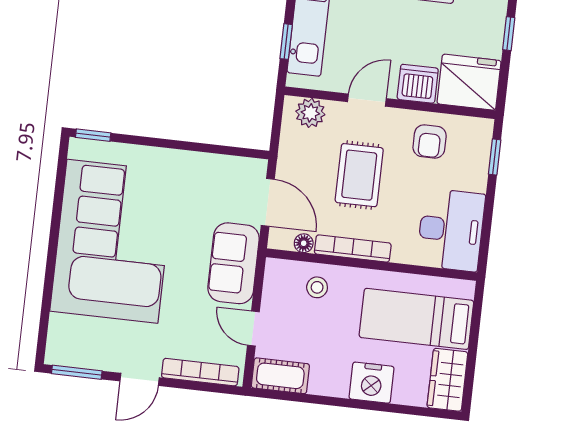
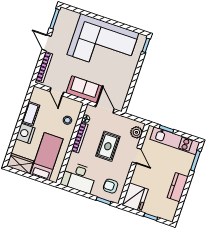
dishwasher: (418, 84) -> (139, 177), removed
armchair: (430, 141) -> (111, 186), moved
rug: (359, 175) -> (108, 146), turned 90
door: (268, 202) -> (105, 108), swing flipped
door: (253, 329) -> (57, 92), swing flipped
cot: (280, 376) -> (31, 114), moved

